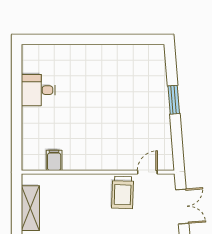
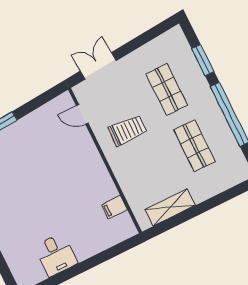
trolley: (123, 192) -> (128, 130), moved

